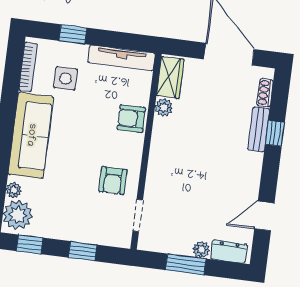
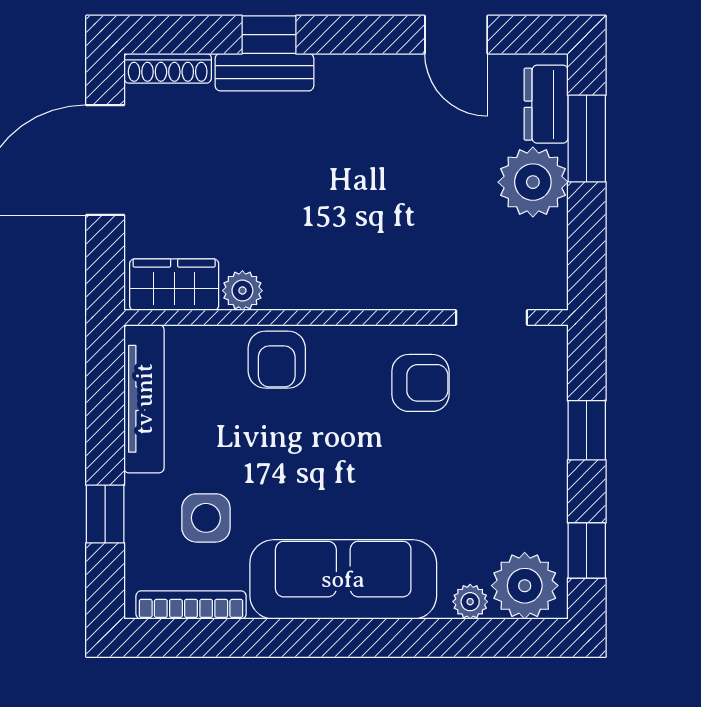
shoe rack: (265, 93) -> (168, 68), width x1.43
plant: (201, 250) -> (533, 182), width x1.87, depth x1.87
window: (186, 264) -> (587, 139), moved

